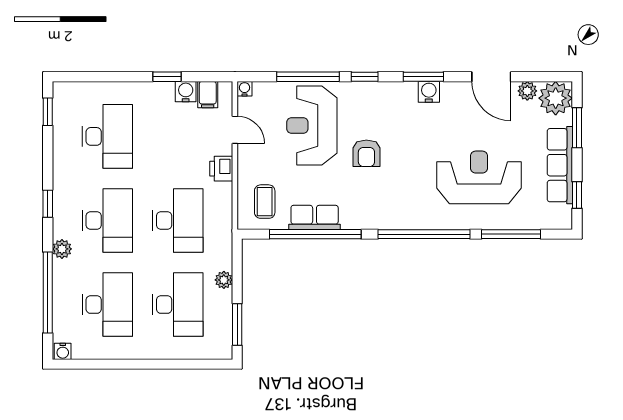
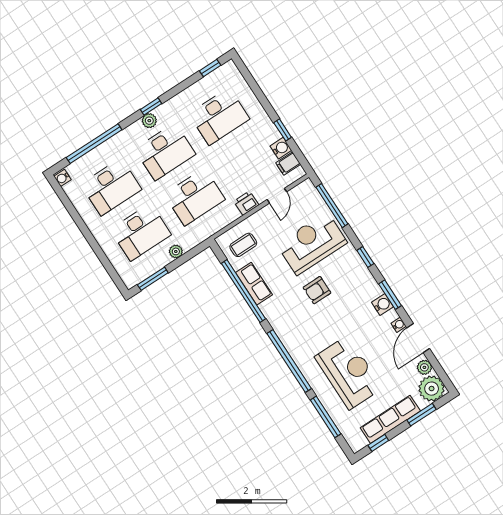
window: (308, 77) -> (332, 206), moved
water cooler: (245, 89) -> (399, 325), moved
plant: (62, 249) -> (149, 121), moved

